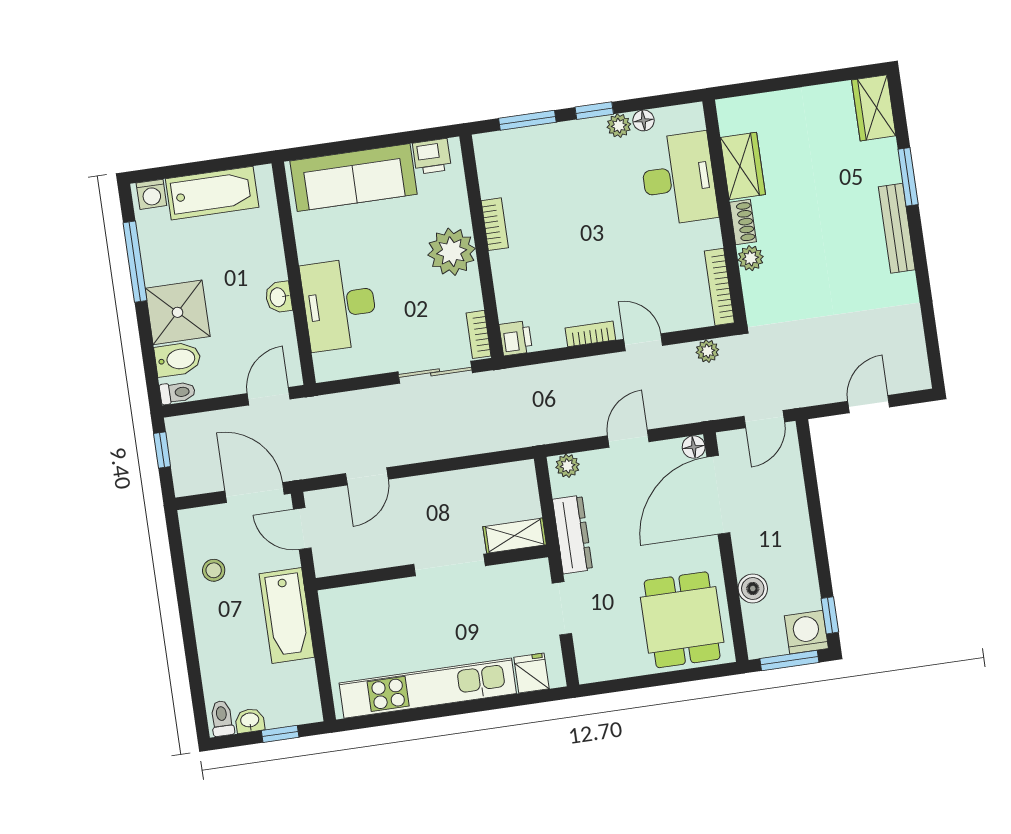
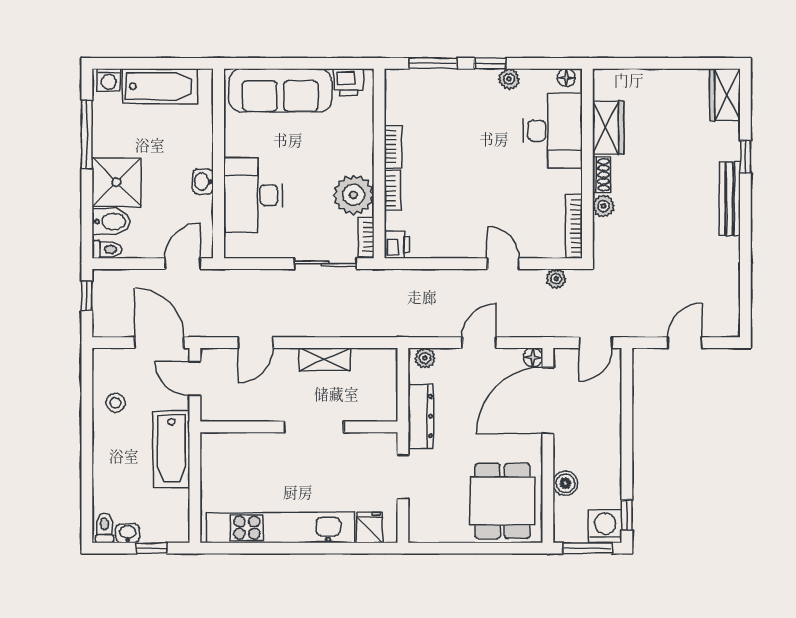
floor lamp: (643, 120) -> (566, 78), moved
window: (908, 177) -> (745, 157), width x0.67
plant: (452, 252) -> (354, 195), moved
bookcase: (590, 334) -> (393, 191), moved, turned 90
shelving: (515, 536) -> (325, 359), moved

